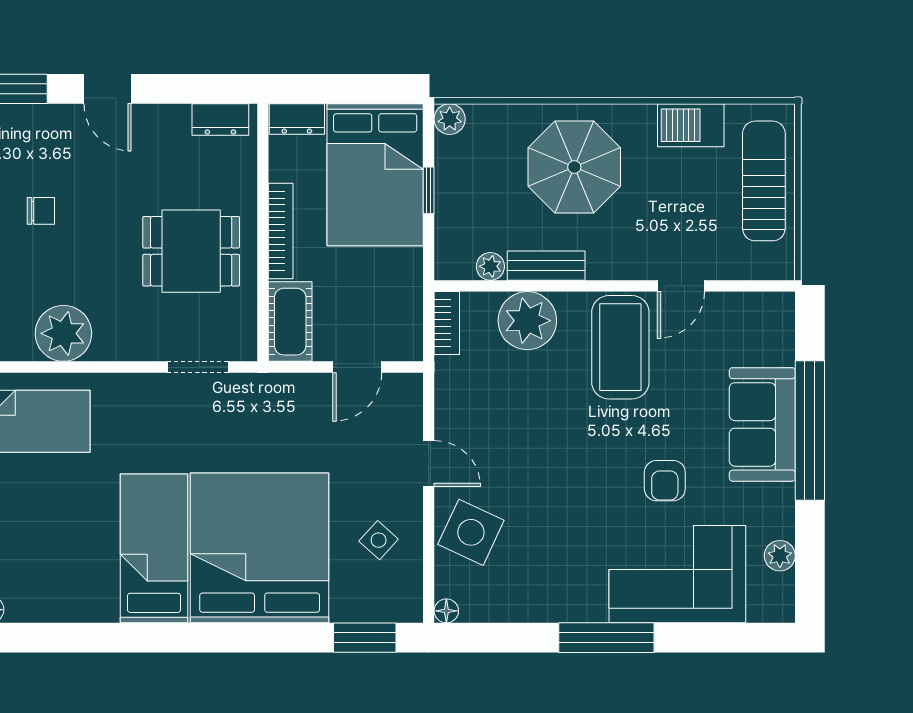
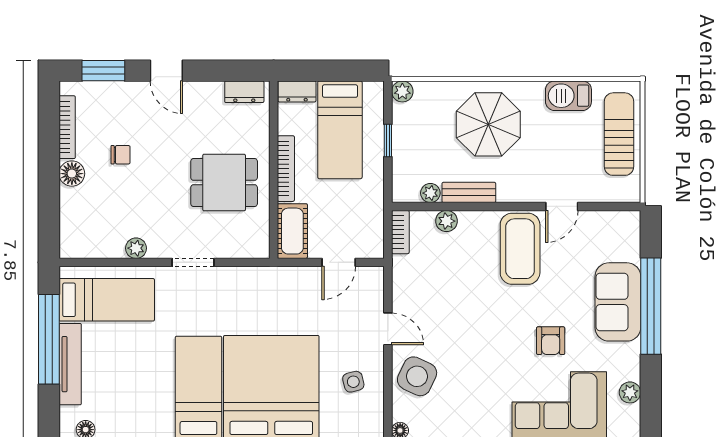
bed: (375, 175) -> (340, 130), width x0.67
plant: (527, 321) -> (446, 221), width x0.53, depth x0.53
plant: (63, 333) -> (136, 248), width x0.53, depth x0.53
doorway: (198, 367) -> (193, 262), moved
side table: (379, 540) -> (353, 382), turned 34

